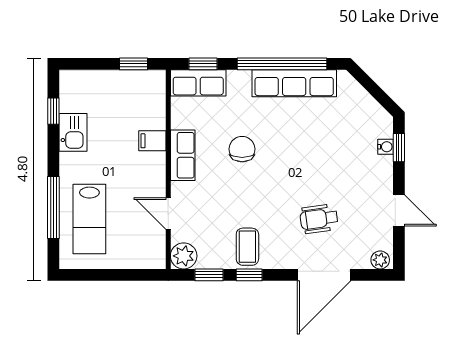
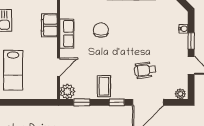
filing cabinet: (152, 141) -> (49, 25), width x2.00
window: (399, 148) -> (191, 41), moved
door: (168, 214) -> (58, 67), swing flipped
window: (249, 275) -> (117, 102), moved

